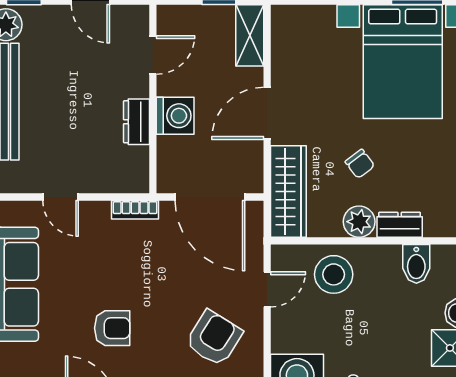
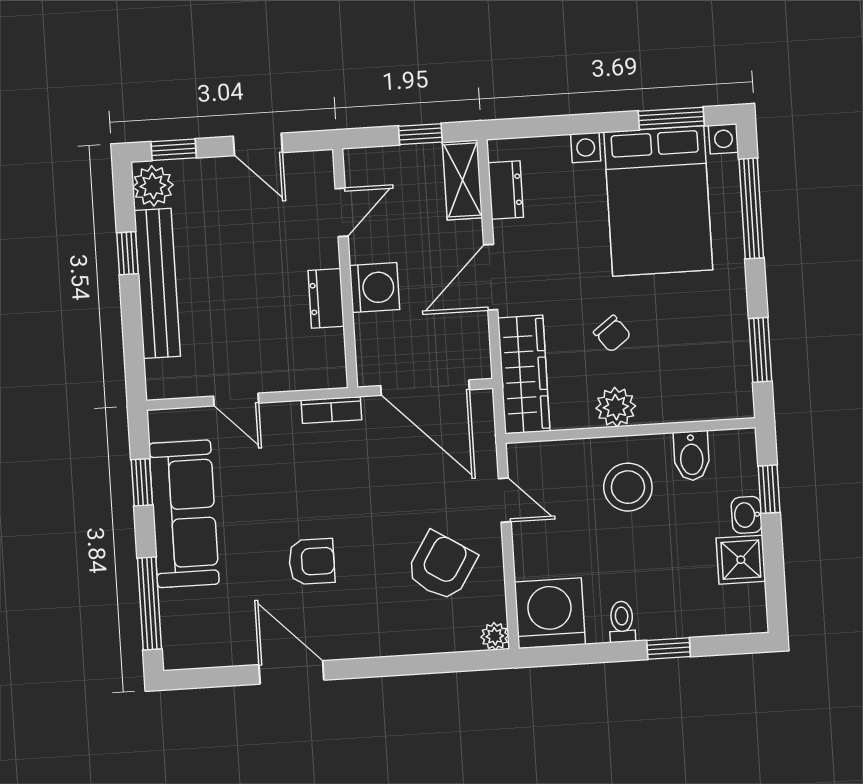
dresser: (400, 225) -> (506, 190), moved, turned 90
stool: (334, 274) -> (628, 487), moved
door: (267, 289) -> (505, 500), hinge flipped

